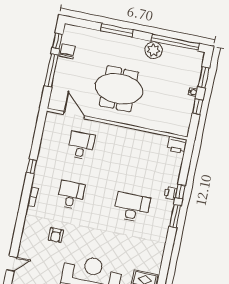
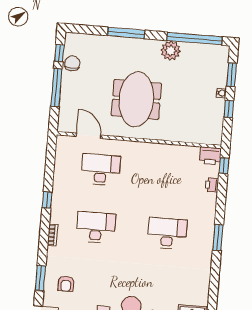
meeting table: (119, 89) -> (136, 99), turned 90
desk: (81, 146) -> (101, 170), width x1.37
window: (180, 192) -> (224, 166), moved
printer: (171, 193) -> (212, 185), moved
desk: (71, 195) -> (96, 227), width x1.37
window: (18, 233) -> (40, 278), added
armchair: (56, 235) -> (66, 284), moved

